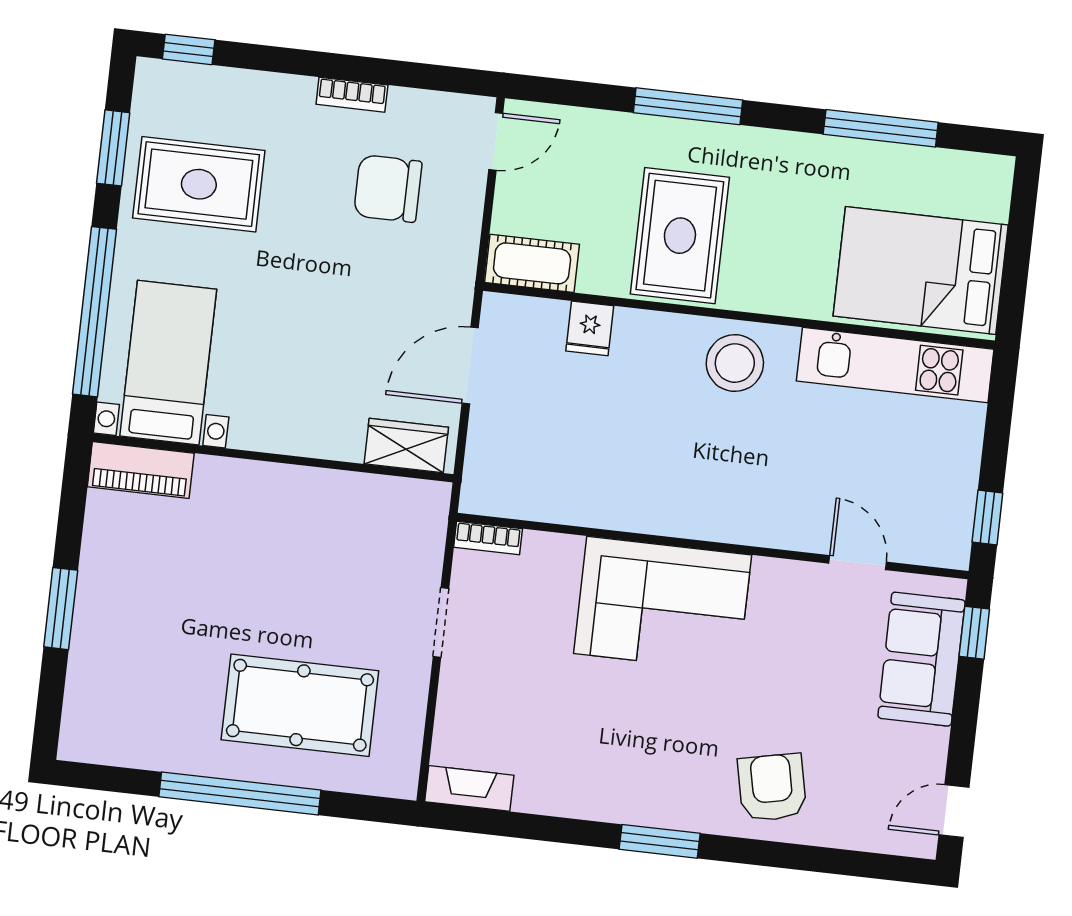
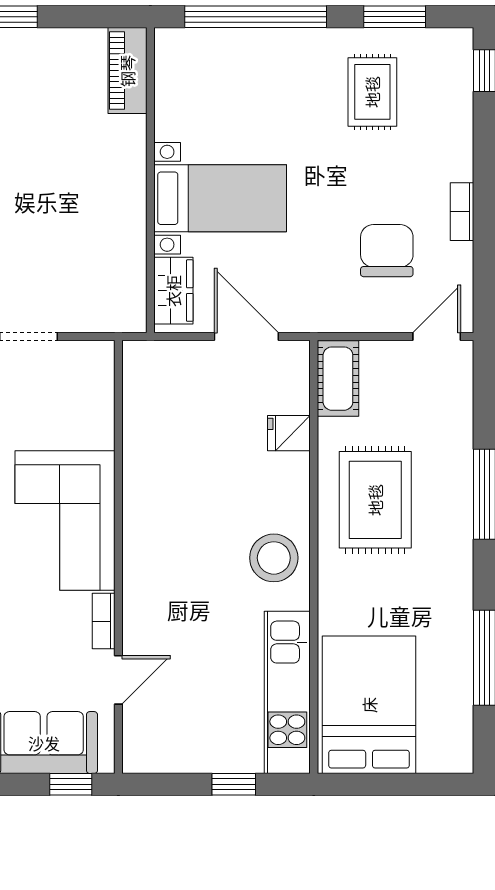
door: (496, 141) -> (437, 337), swing flipped
rug: (199, 184) -> (372, 92), width x0.73, depth x0.70
rug: (680, 236) -> (375, 500), turned 90
bed with nightstands: (168, 363) -> (220, 198), moved
window: (987, 518) -> (234, 784), moved
bookcase: (488, 538) -> (104, 621), moved

